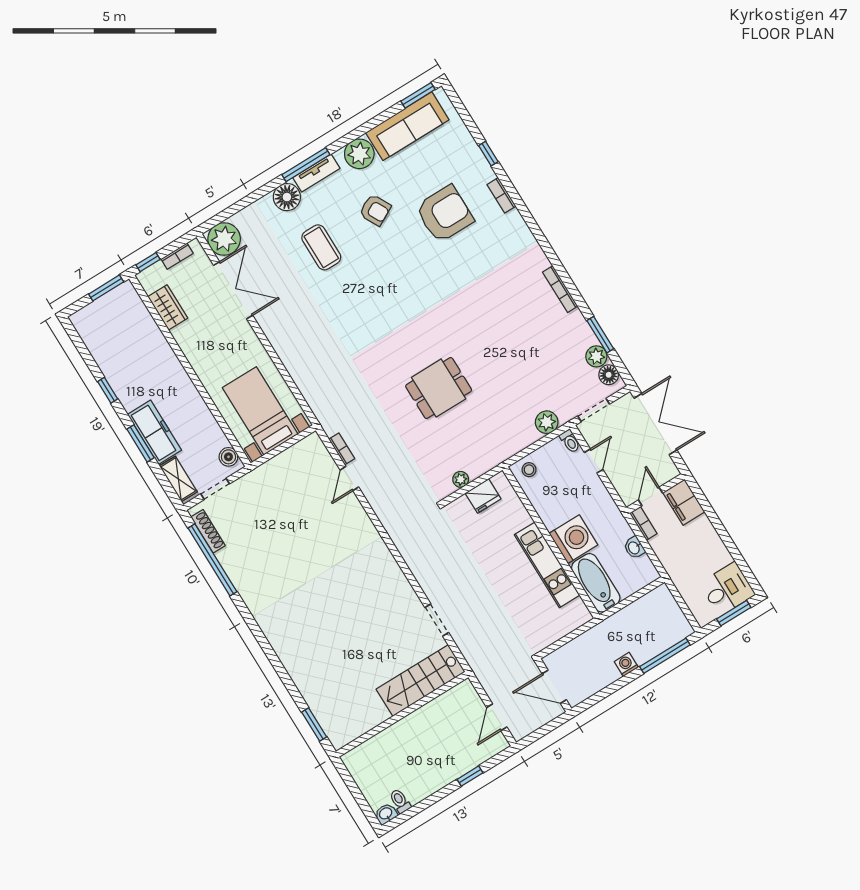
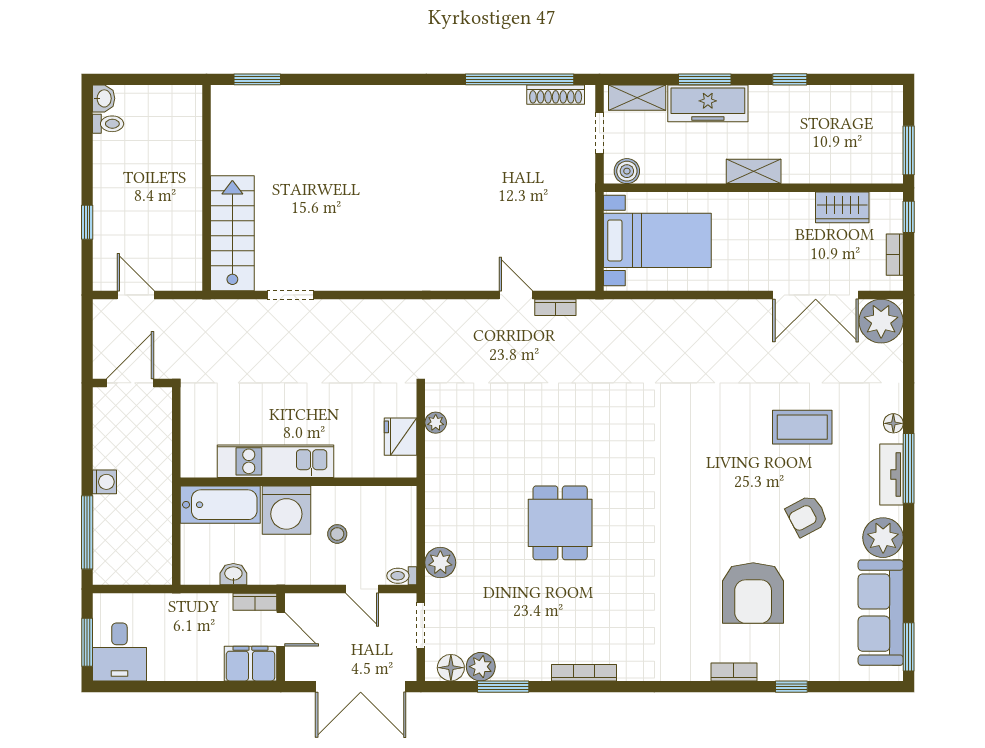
floor lamp: (287, 197) -> (893, 423), width x0.53, depth x0.53
shelving: (179, 377) -> (754, 171), added
dining table: (439, 388) -> (560, 523), moved
stool: (529, 470) -> (337, 534), moved

